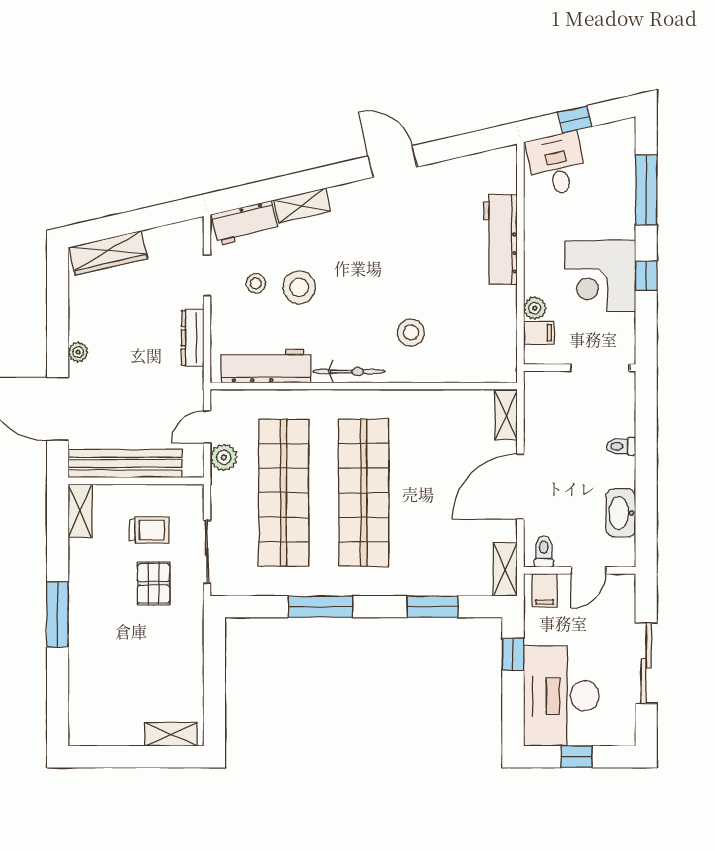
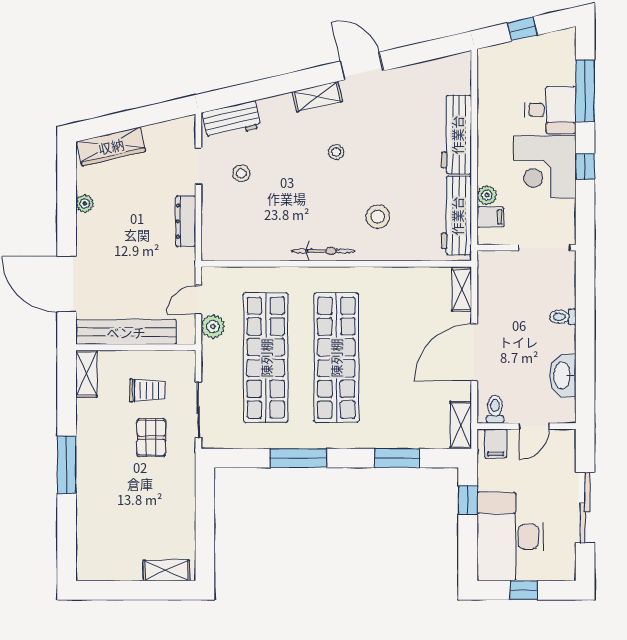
desk: (557, 164) -> (550, 110), moved, turned 103
shelving: (302, 206) -> (317, 97), moved
stool: (299, 287) -> (336, 152), moved, width x0.53, depth x0.53
plant: (78, 352) -> (85, 203), moved
workbench: (266, 366) -> (457, 216), moved, turned -90

